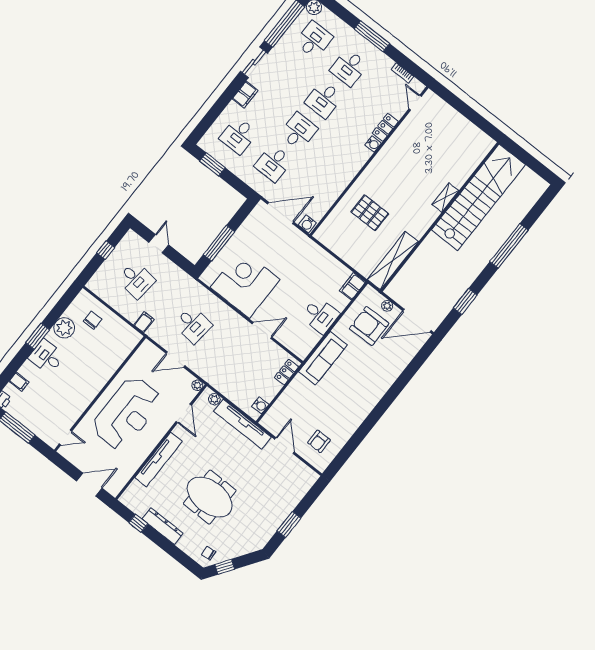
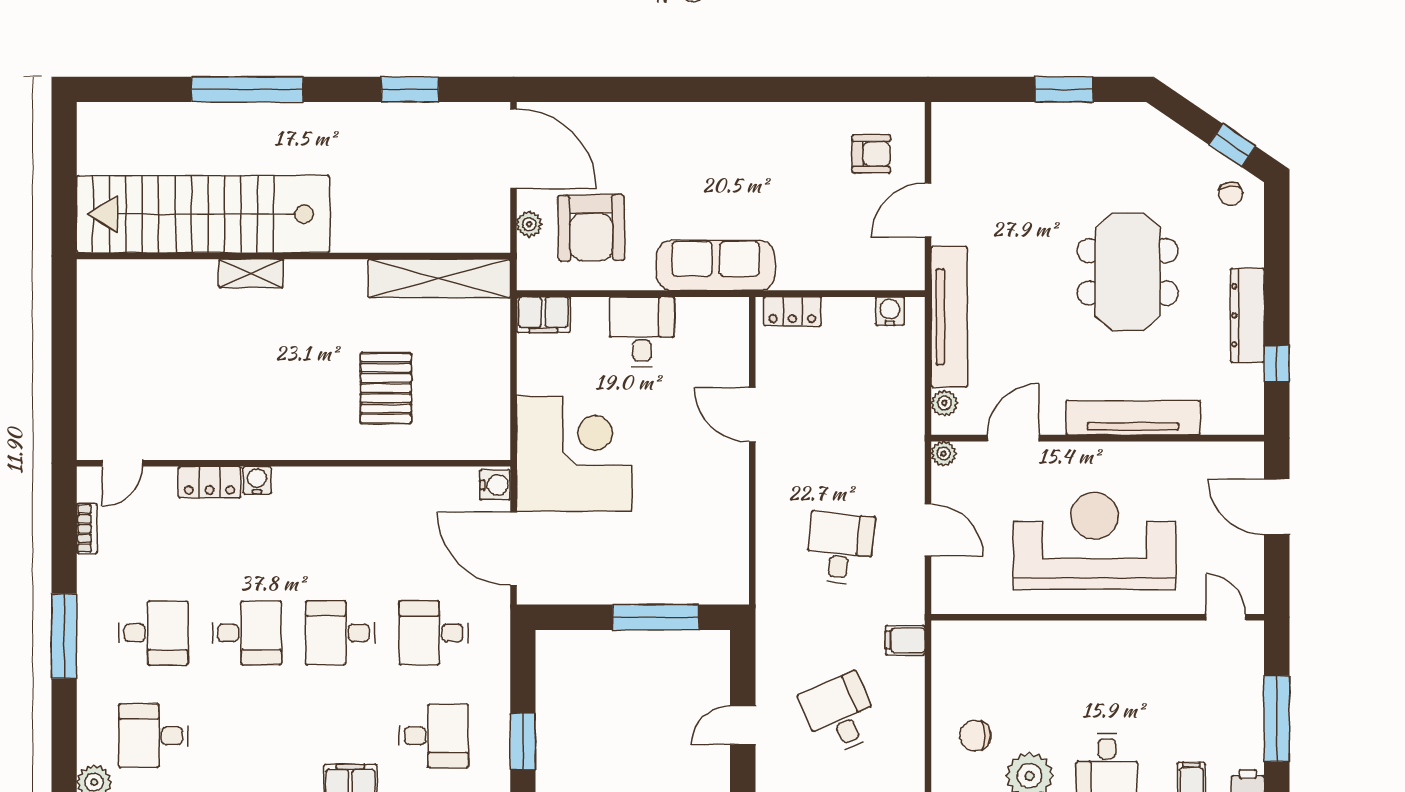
desk: (273, 163) -> (434, 633), turned 180
desk: (136, 280) -> (840, 714), turned -30
corner desk: (245, 283) -> (574, 454), moved, turned 180

